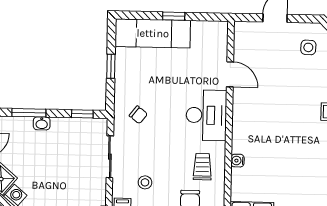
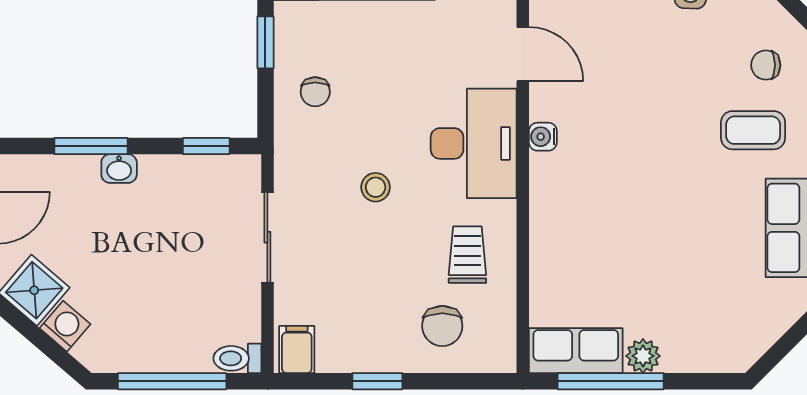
chair: (138, 115) -> (315, 92), moved, turned 52
water cooler: (237, 161) -> (543, 137), moved
stool: (145, 182) -> (376, 187), moved

